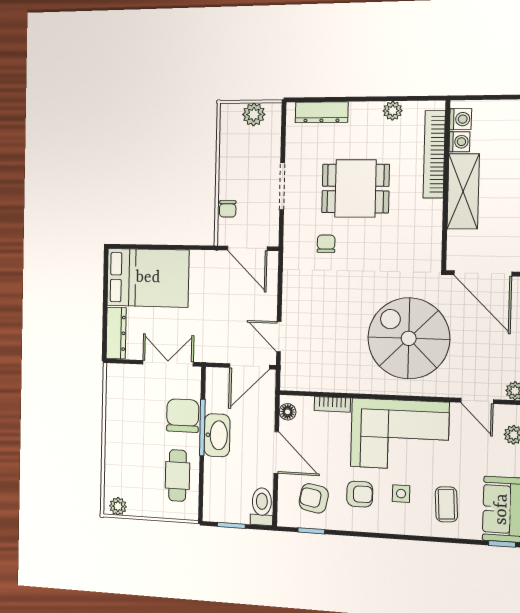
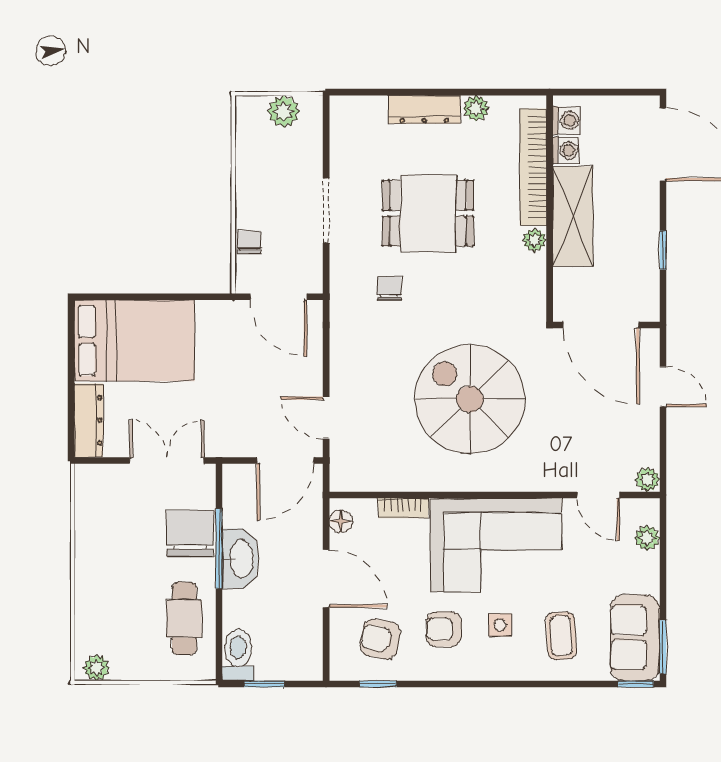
dresser: (322, 112) -> (424, 109), moved
chair: (228, 209) -> (249, 242), turned 180
plant: (434, 209) -> (535, 240), added
spiral stairs: (409, 338) -> (470, 399), moved
armchair: (360, 494) -> (444, 629), turned 180
toilet: (262, 507) -> (238, 655), moved

